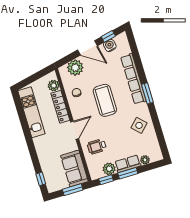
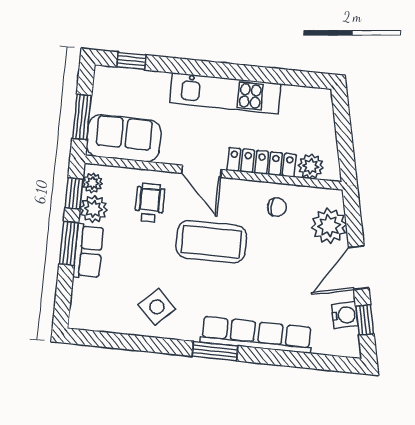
coffee table: (105, 100) -> (211, 242), moved
kitchen unit: (31, 112) -> (225, 93), moved
plant: (145, 160) -> (92, 183), moved

